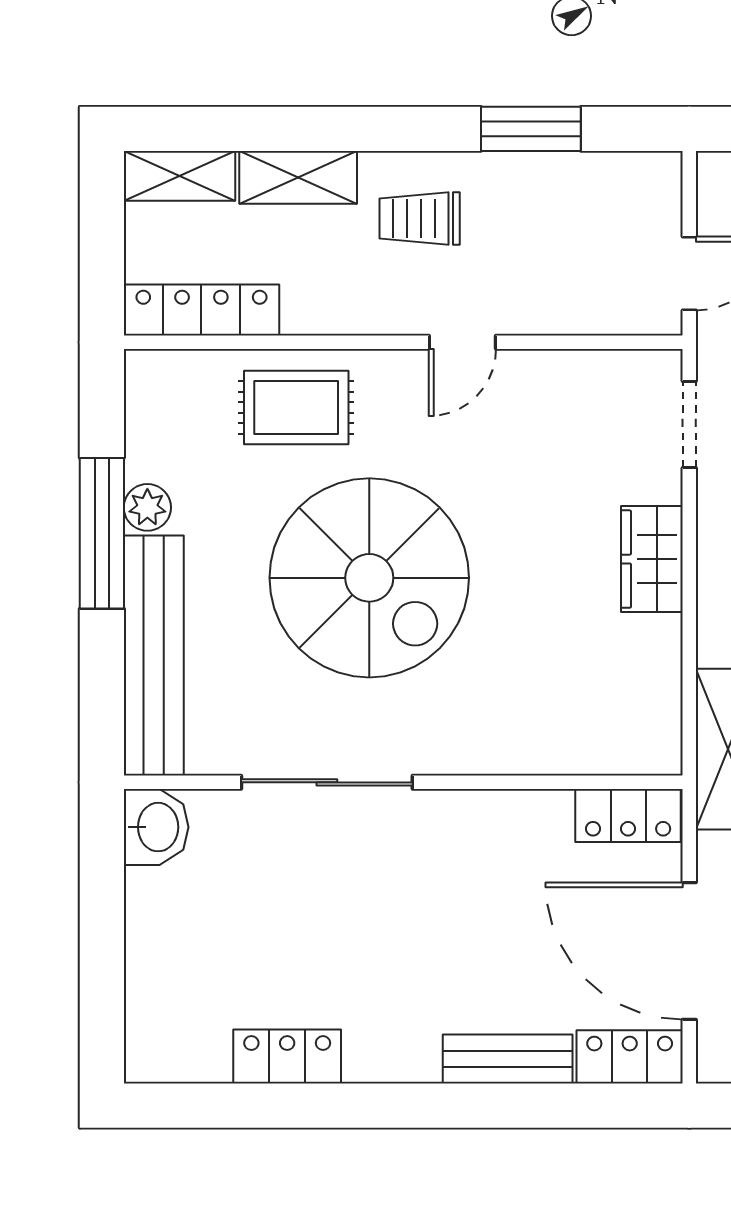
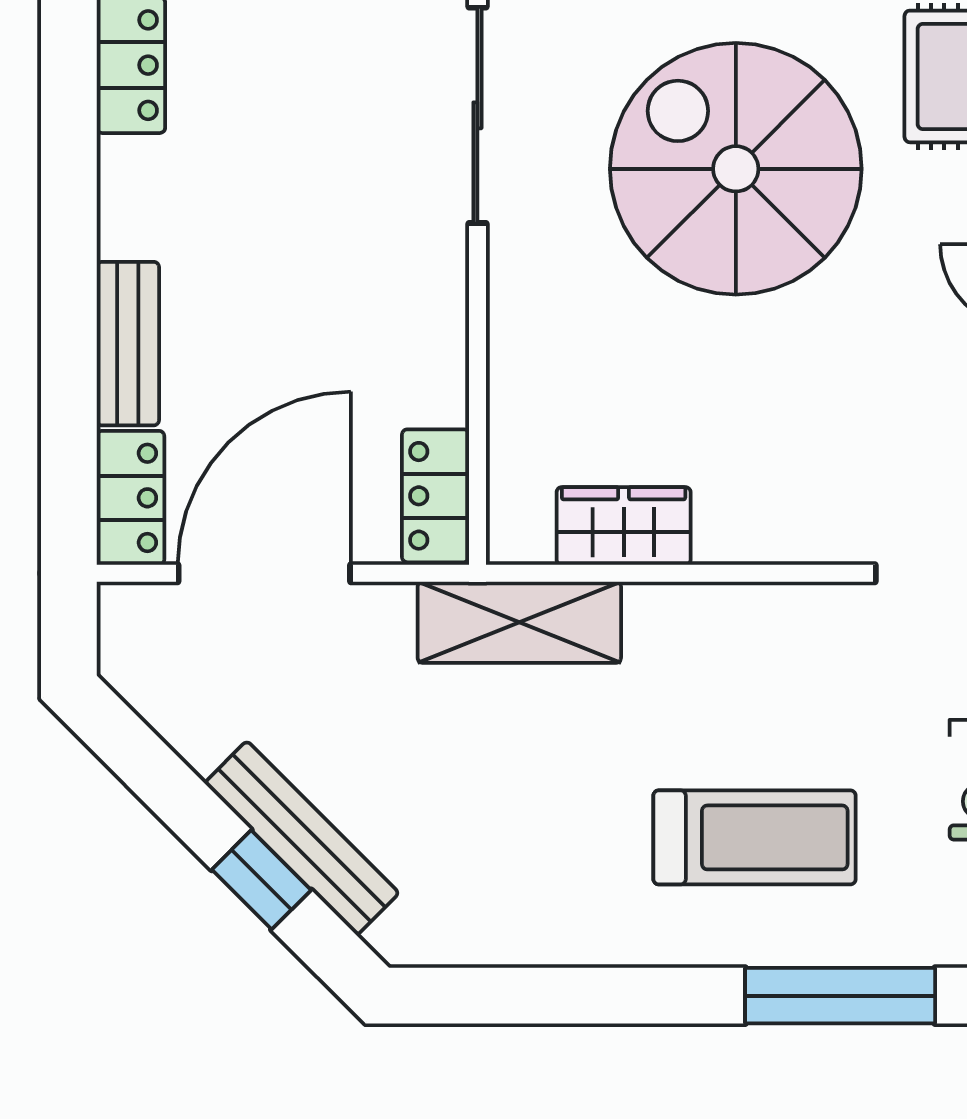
wardrobe: (652, 559) -> (624, 526), moved
spiral stairs: (369, 578) -> (736, 169), turned 90

